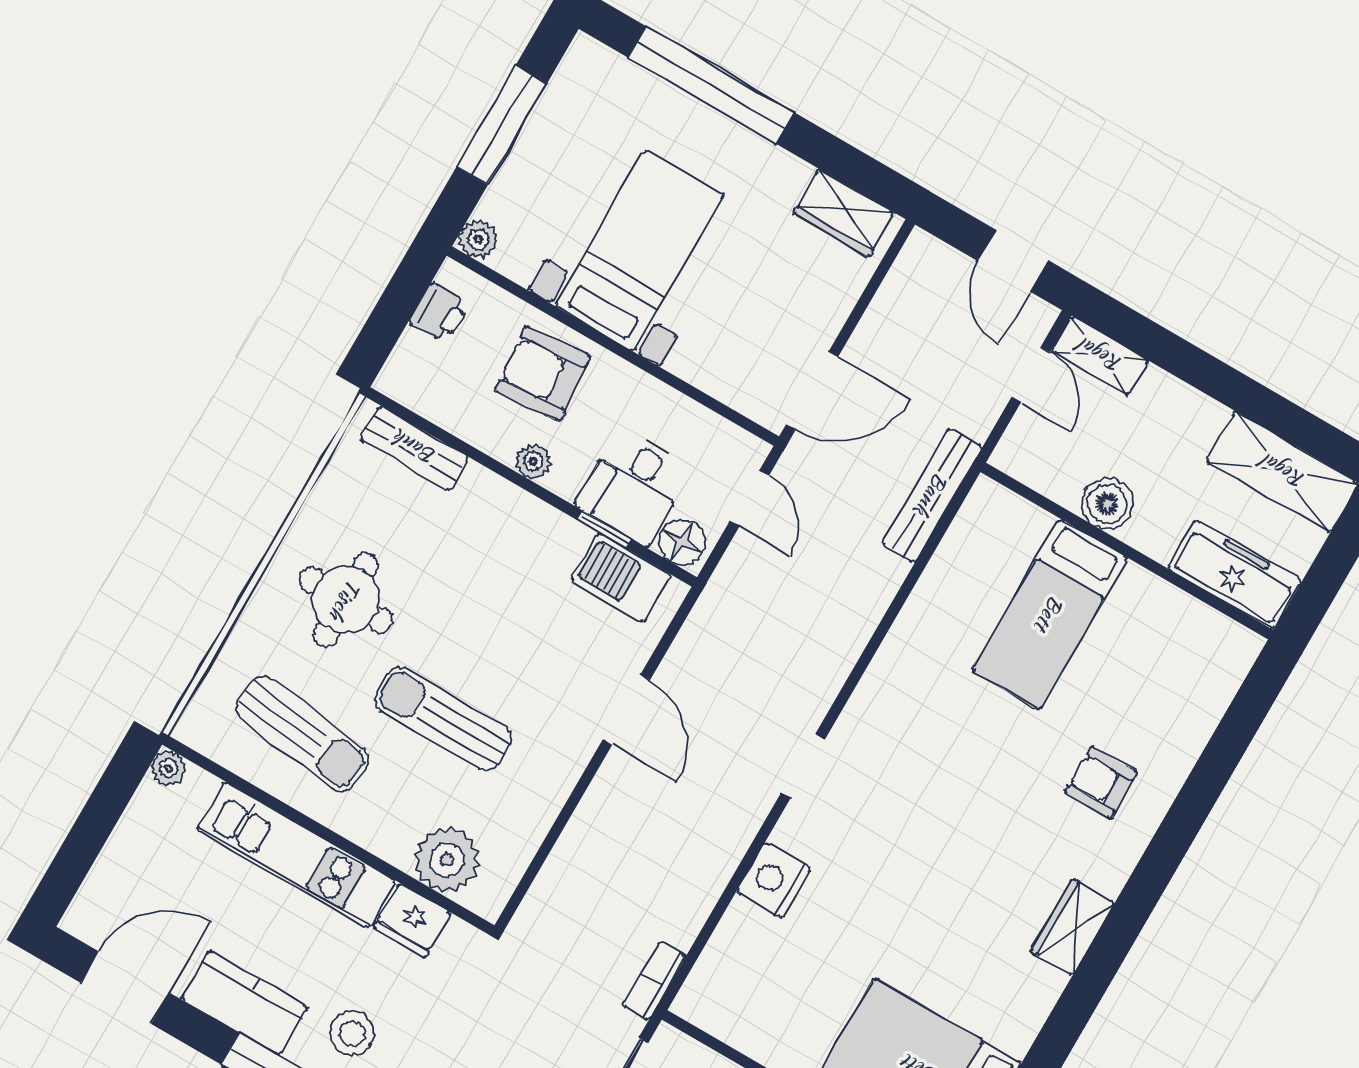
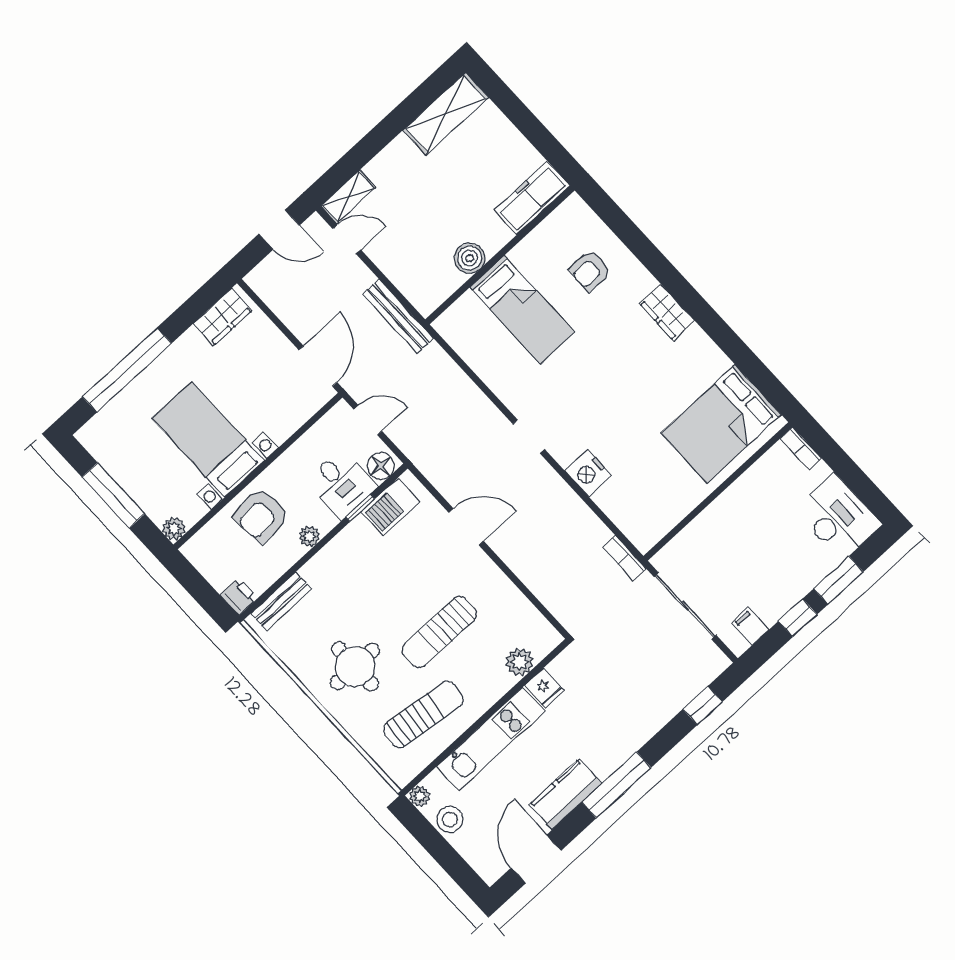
printer: (439, 313) -> (239, 596), moved
boiler: (1107, 504) -> (470, 258), moved
wall: (1127, 551) -> (500, 255), moved
freezer: (1235, 575) -> (532, 198), moved
bed: (1050, 614) -> (522, 310), moved
plant: (447, 860) -> (520, 662), width x0.73, depth x0.73
fridge: (412, 920) -> (544, 688), width x0.72
stool: (352, 1033) -> (450, 819), moved

